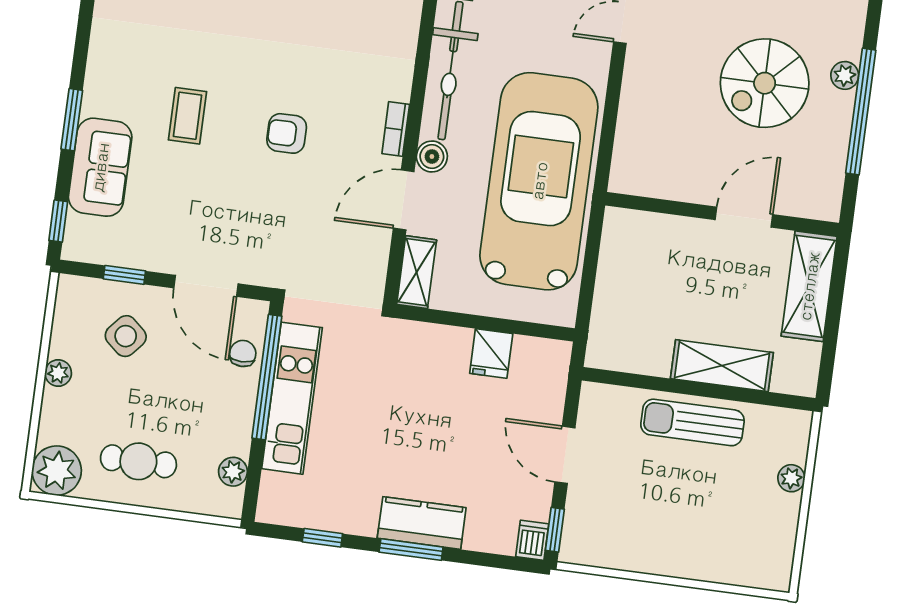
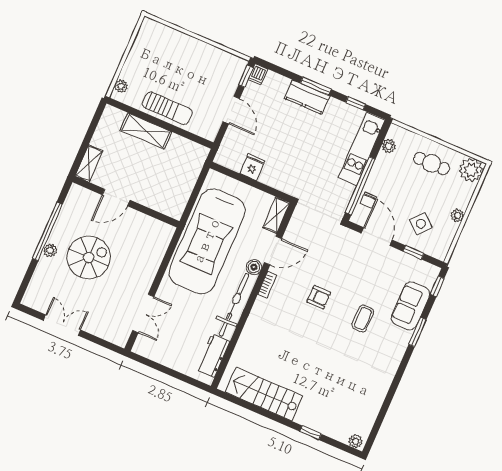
shelving: (809, 286) -> (89, 163), width x0.67, depth x0.75
kitchen unit: (292, 398) -> (362, 149), moved
plant: (791, 478) -> (121, 86), moved

